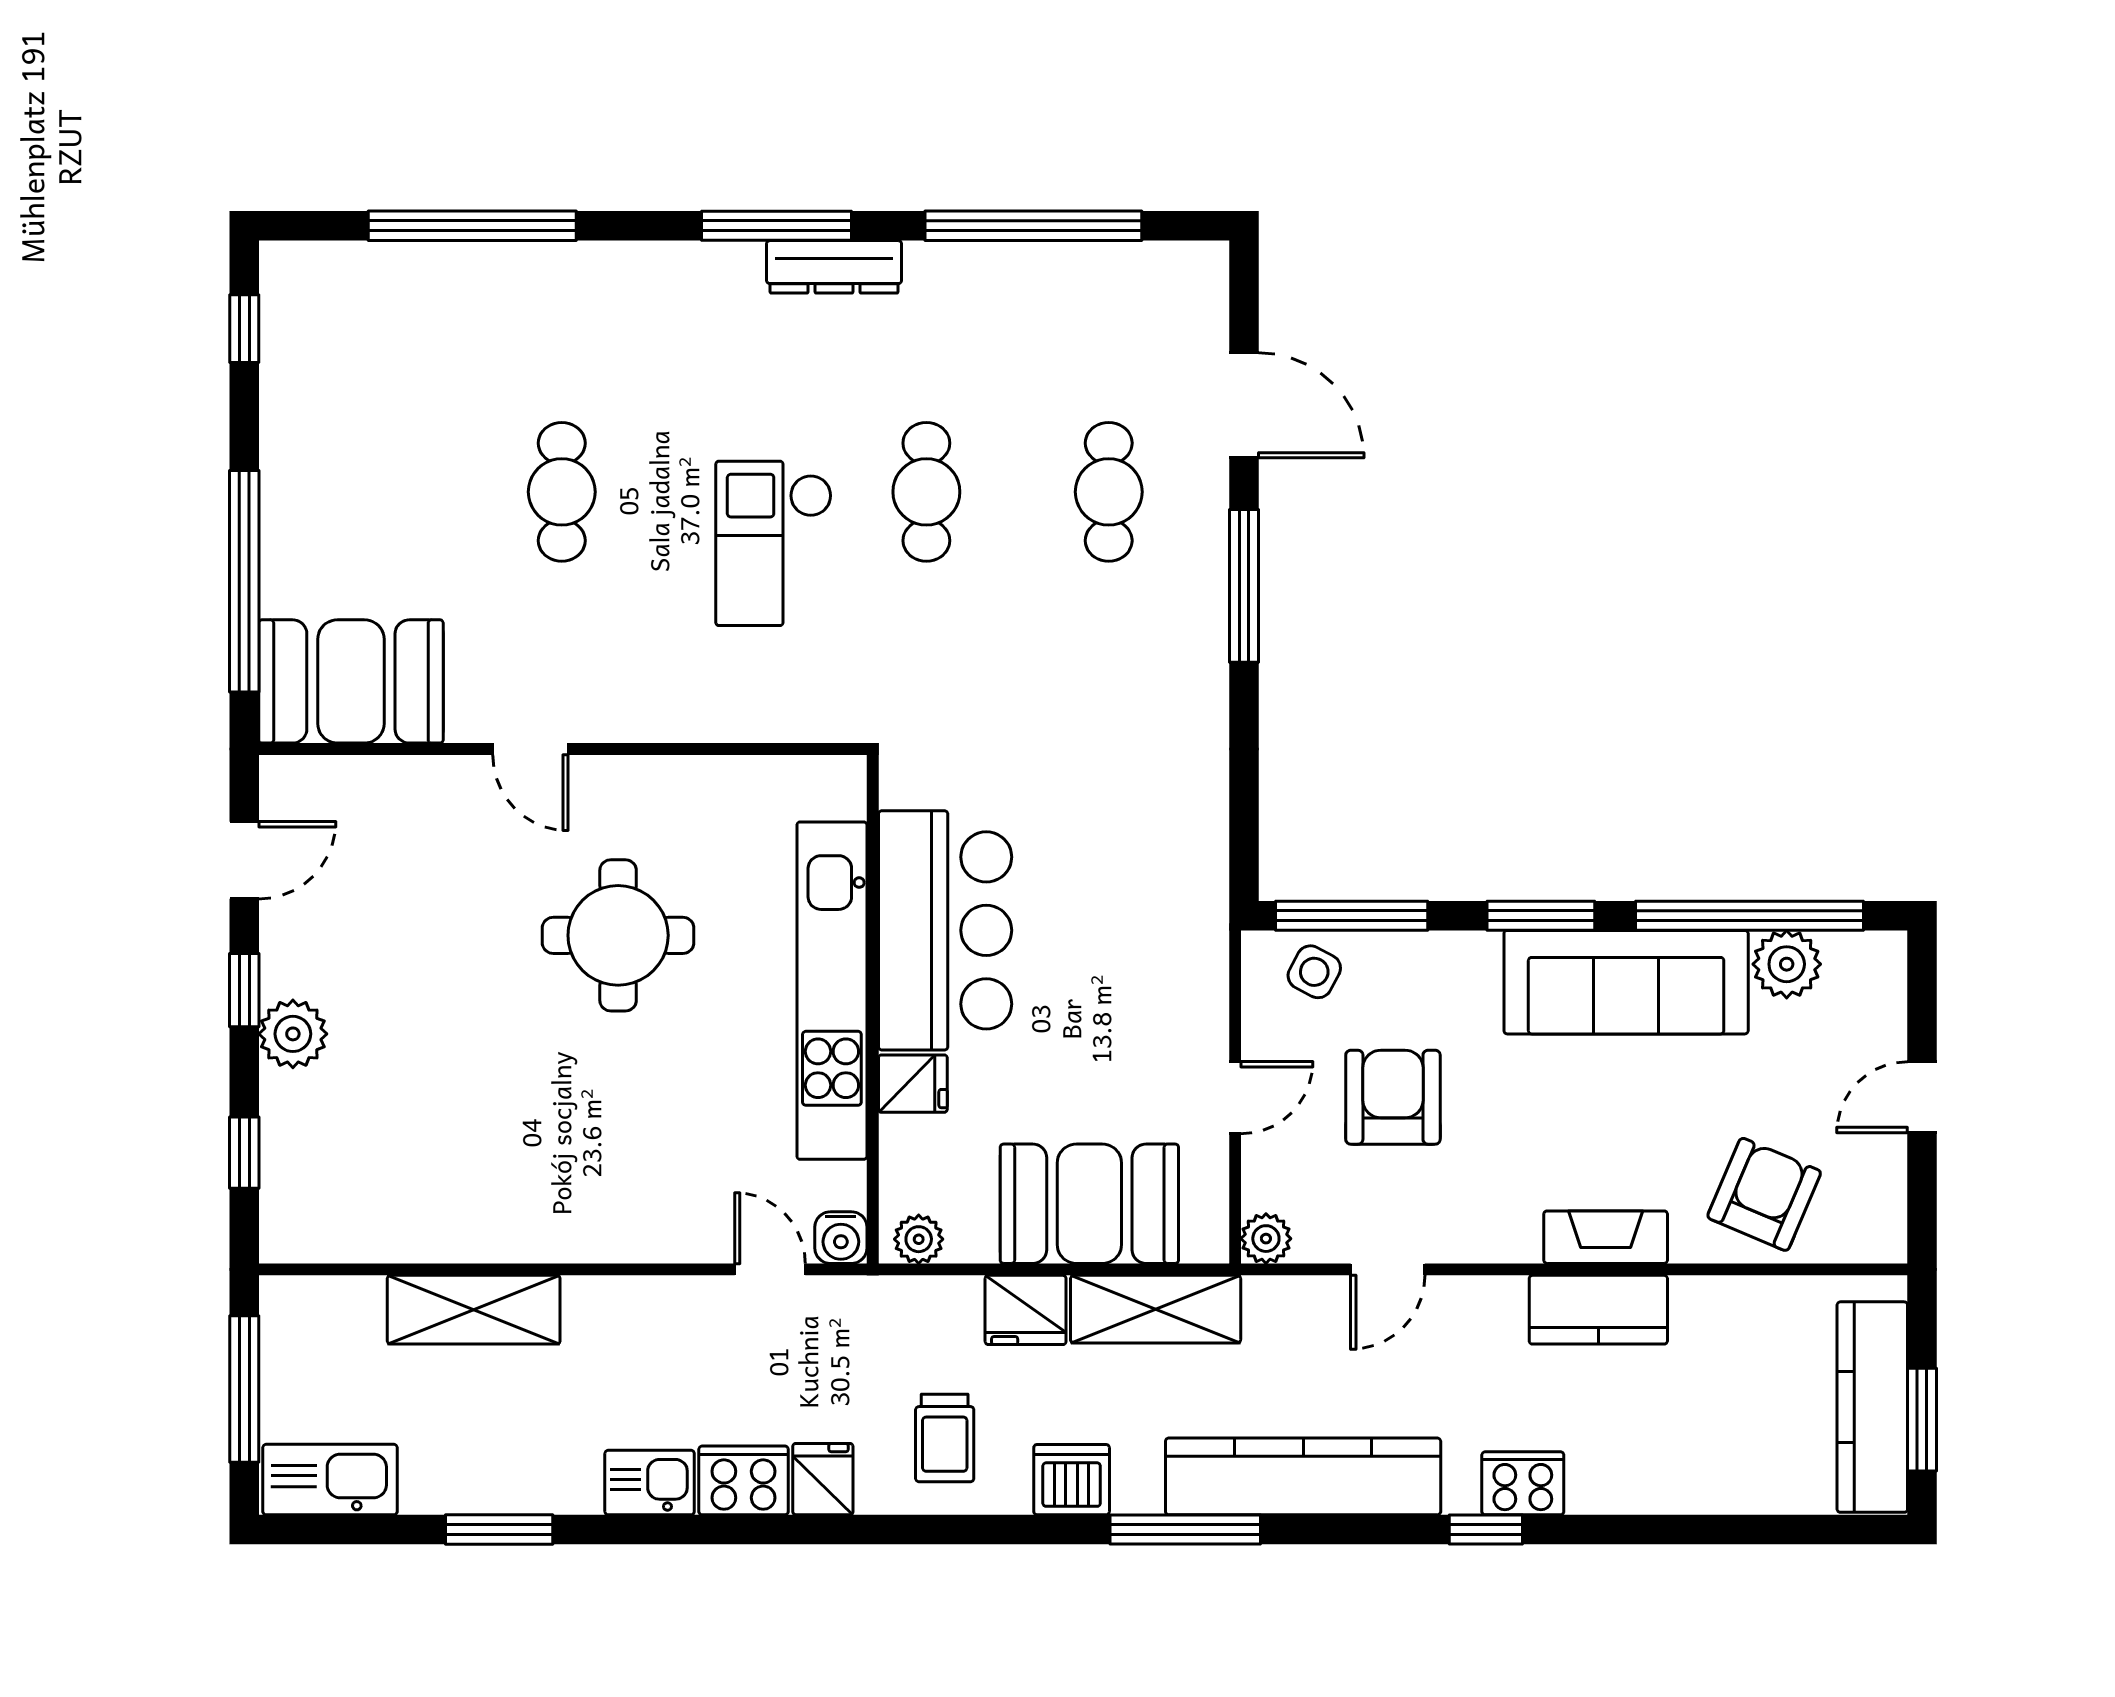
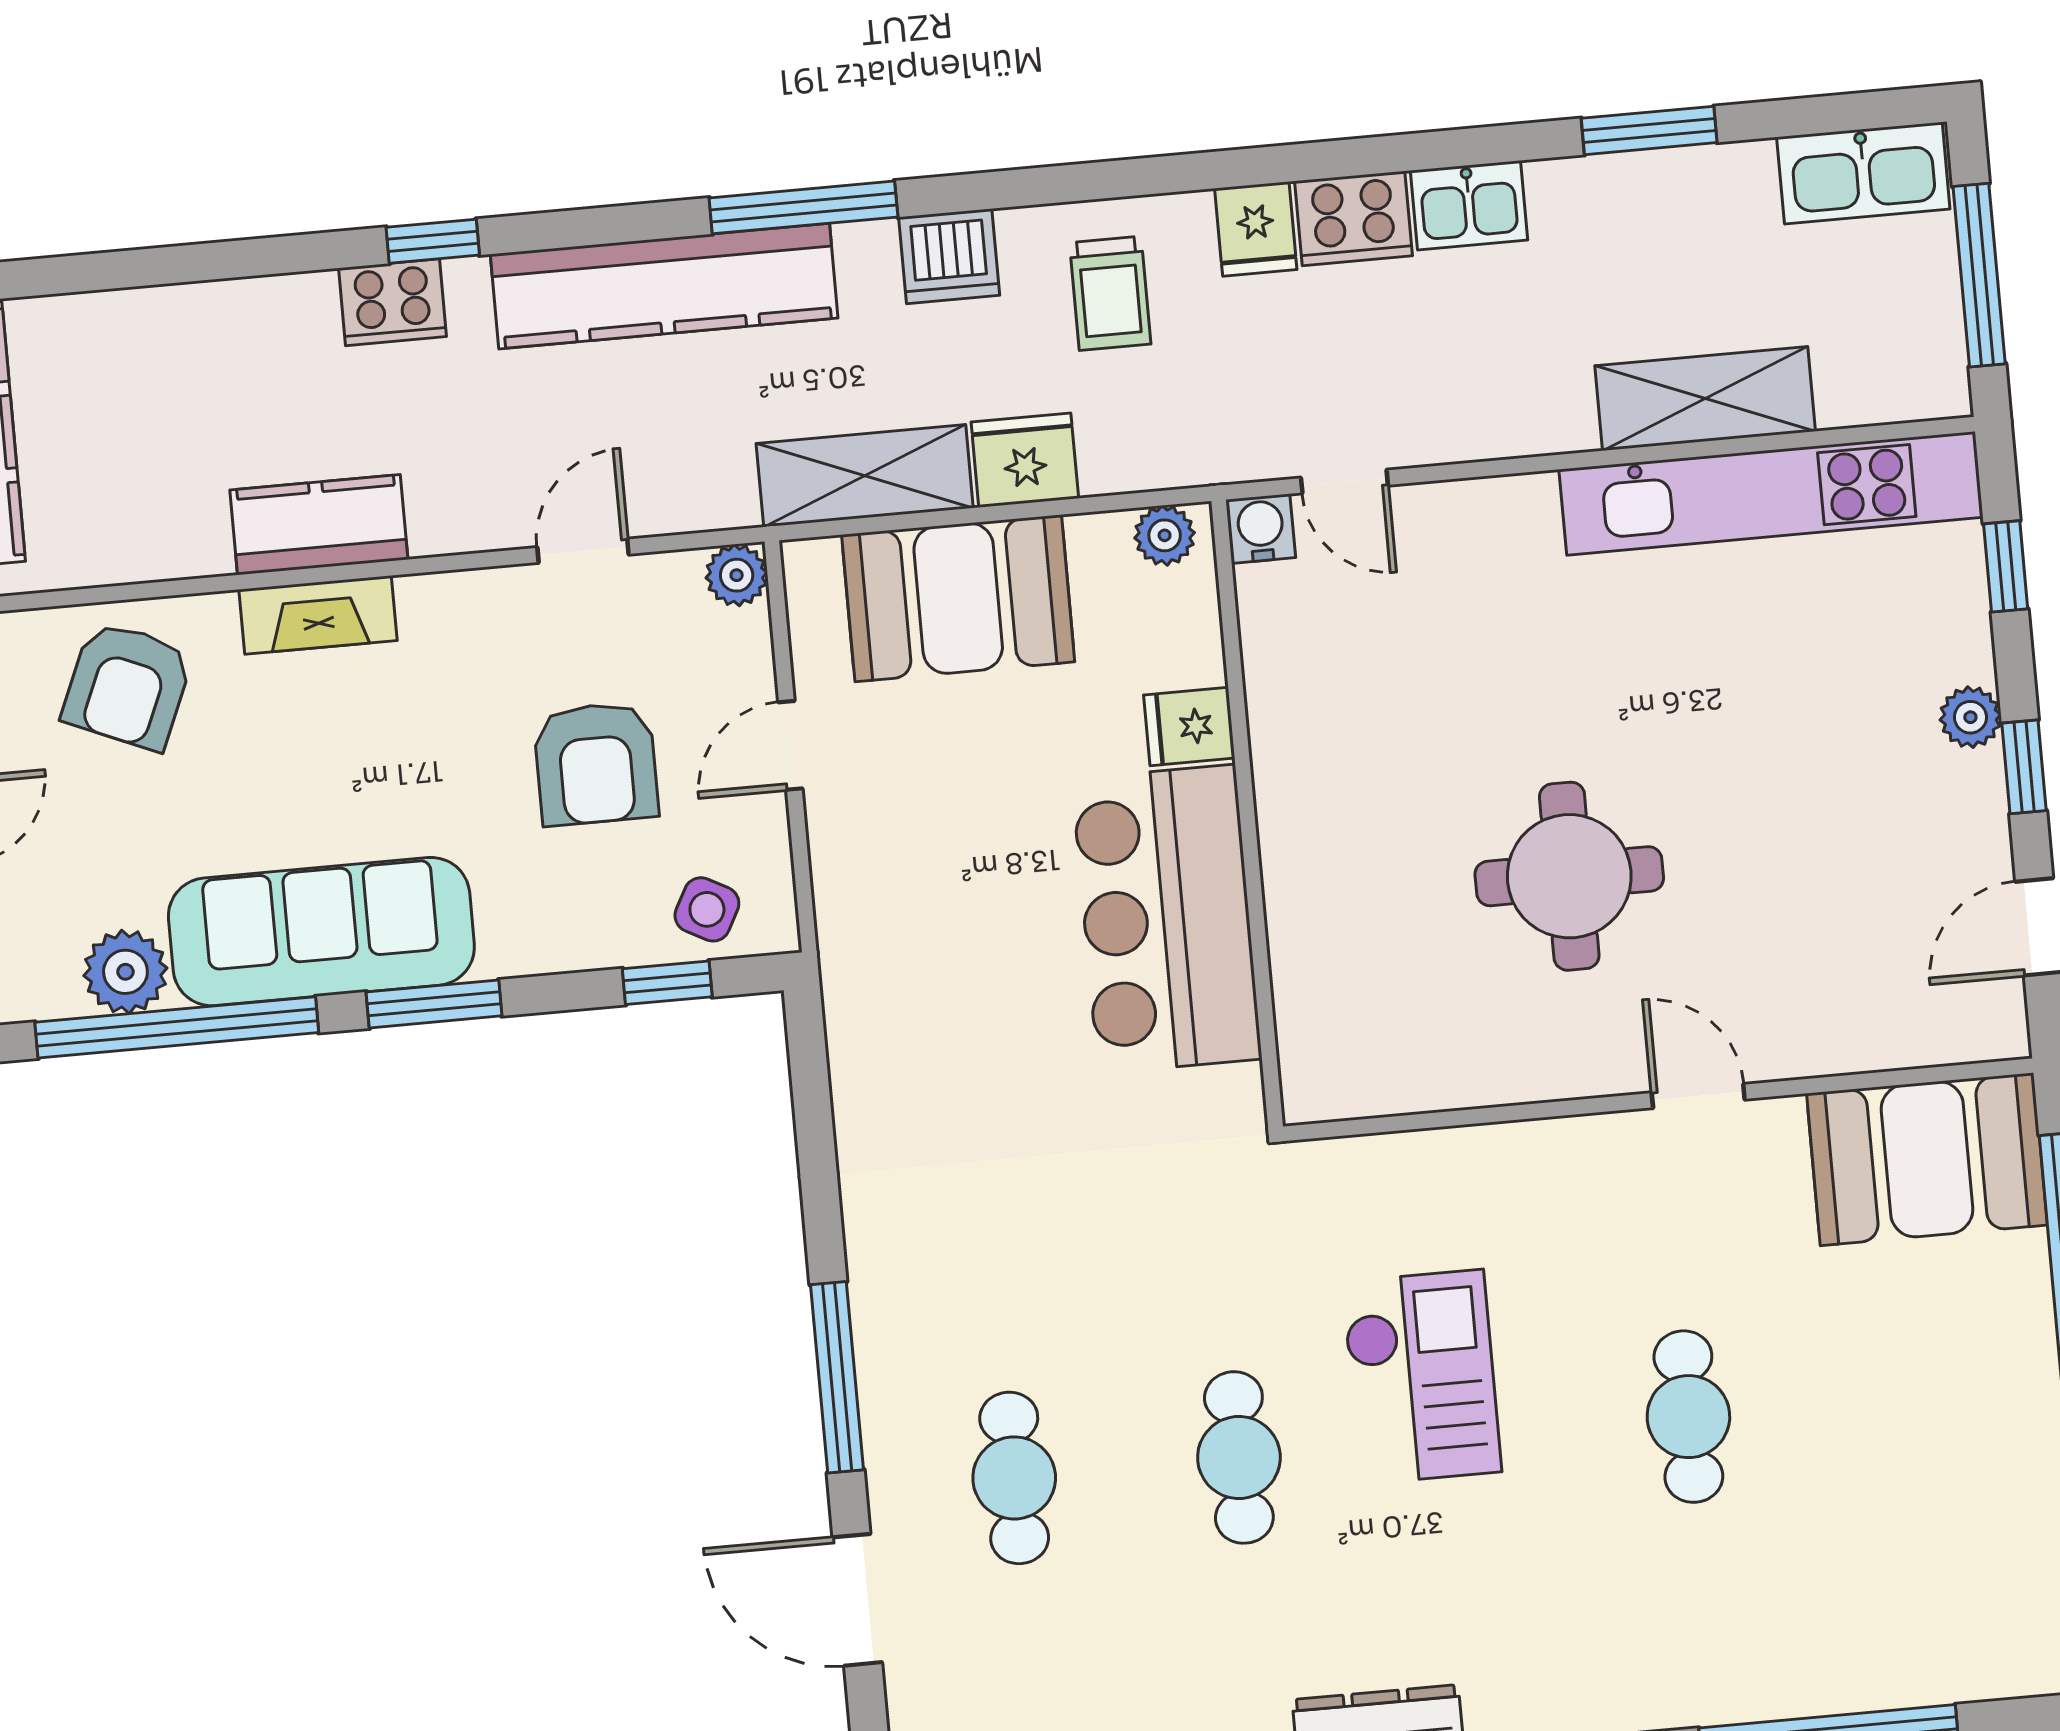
window: (1352, 916) -> (667, 983), width x0.46
kitchen unit: (832, 991) -> (1771, 493), moved, turned 90
plant: (293, 1034) -> (1970, 717), width x0.73, depth x0.73
trolley: (945, 1438) -> (1110, 293), turned 180

